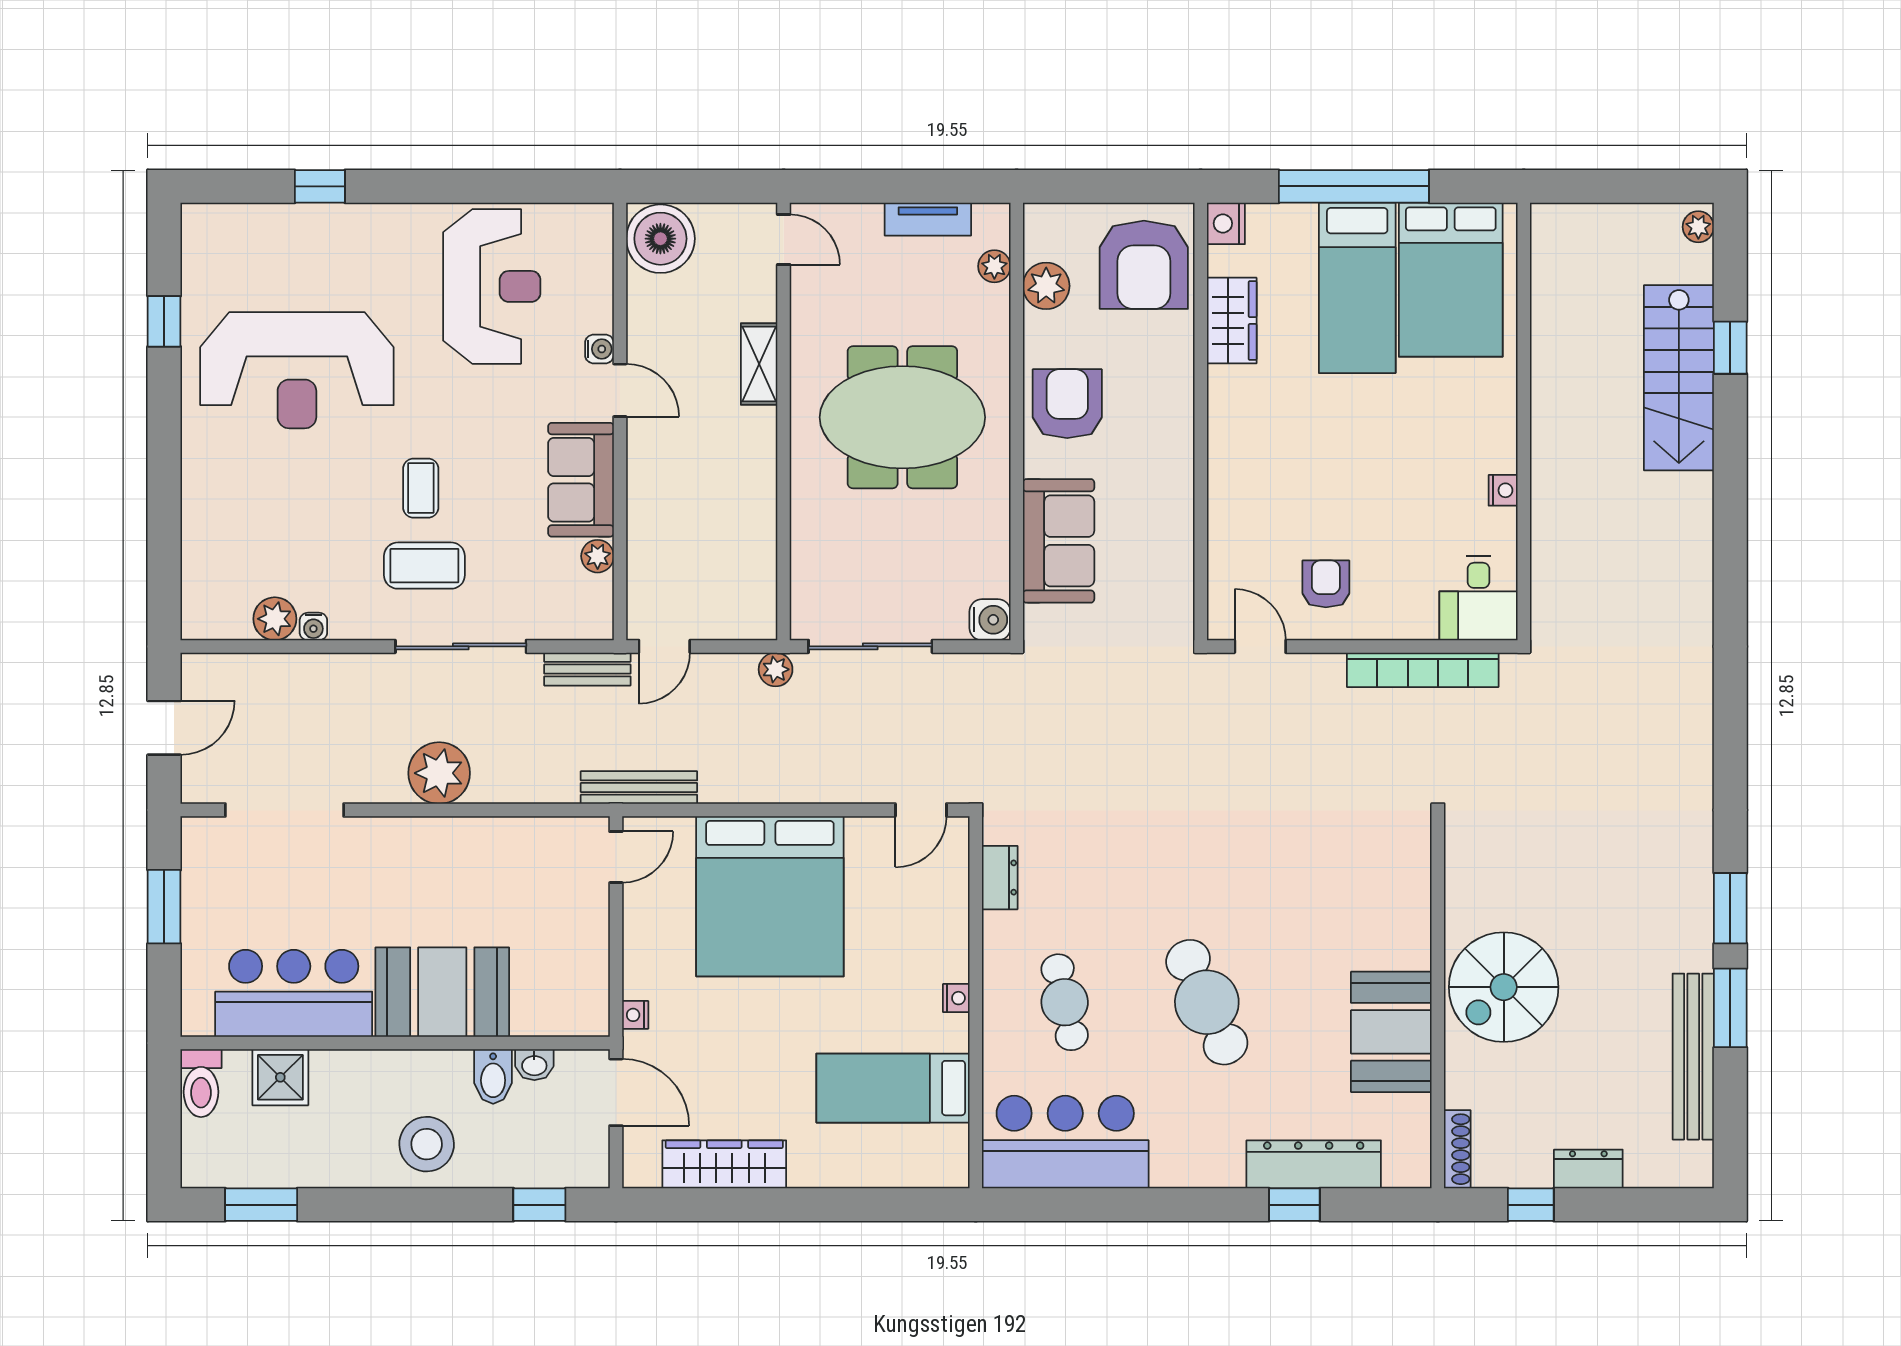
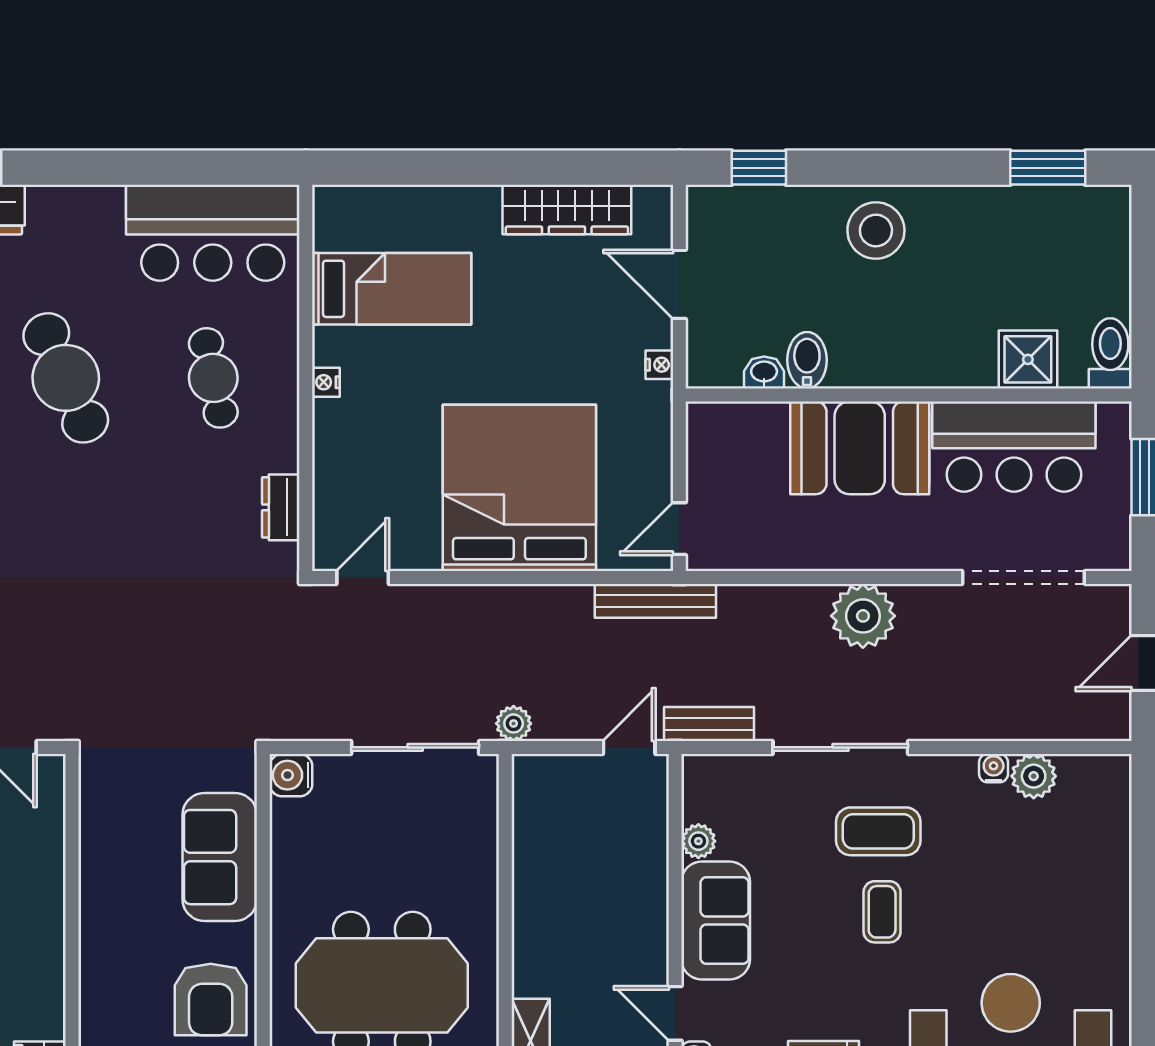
booth: (442, 992) -> (860, 448), moved
bar counter: (294, 993) -> (1014, 447), moved
wall: (395, 1043) -> (909, 395), moved
washbasin: (534, 1065) -> (764, 372), moved
shower: (280, 1077) -> (1028, 359), moved
bidet: (493, 1077) -> (807, 360), moved
toilet: (201, 1083) -> (1110, 353), moved

